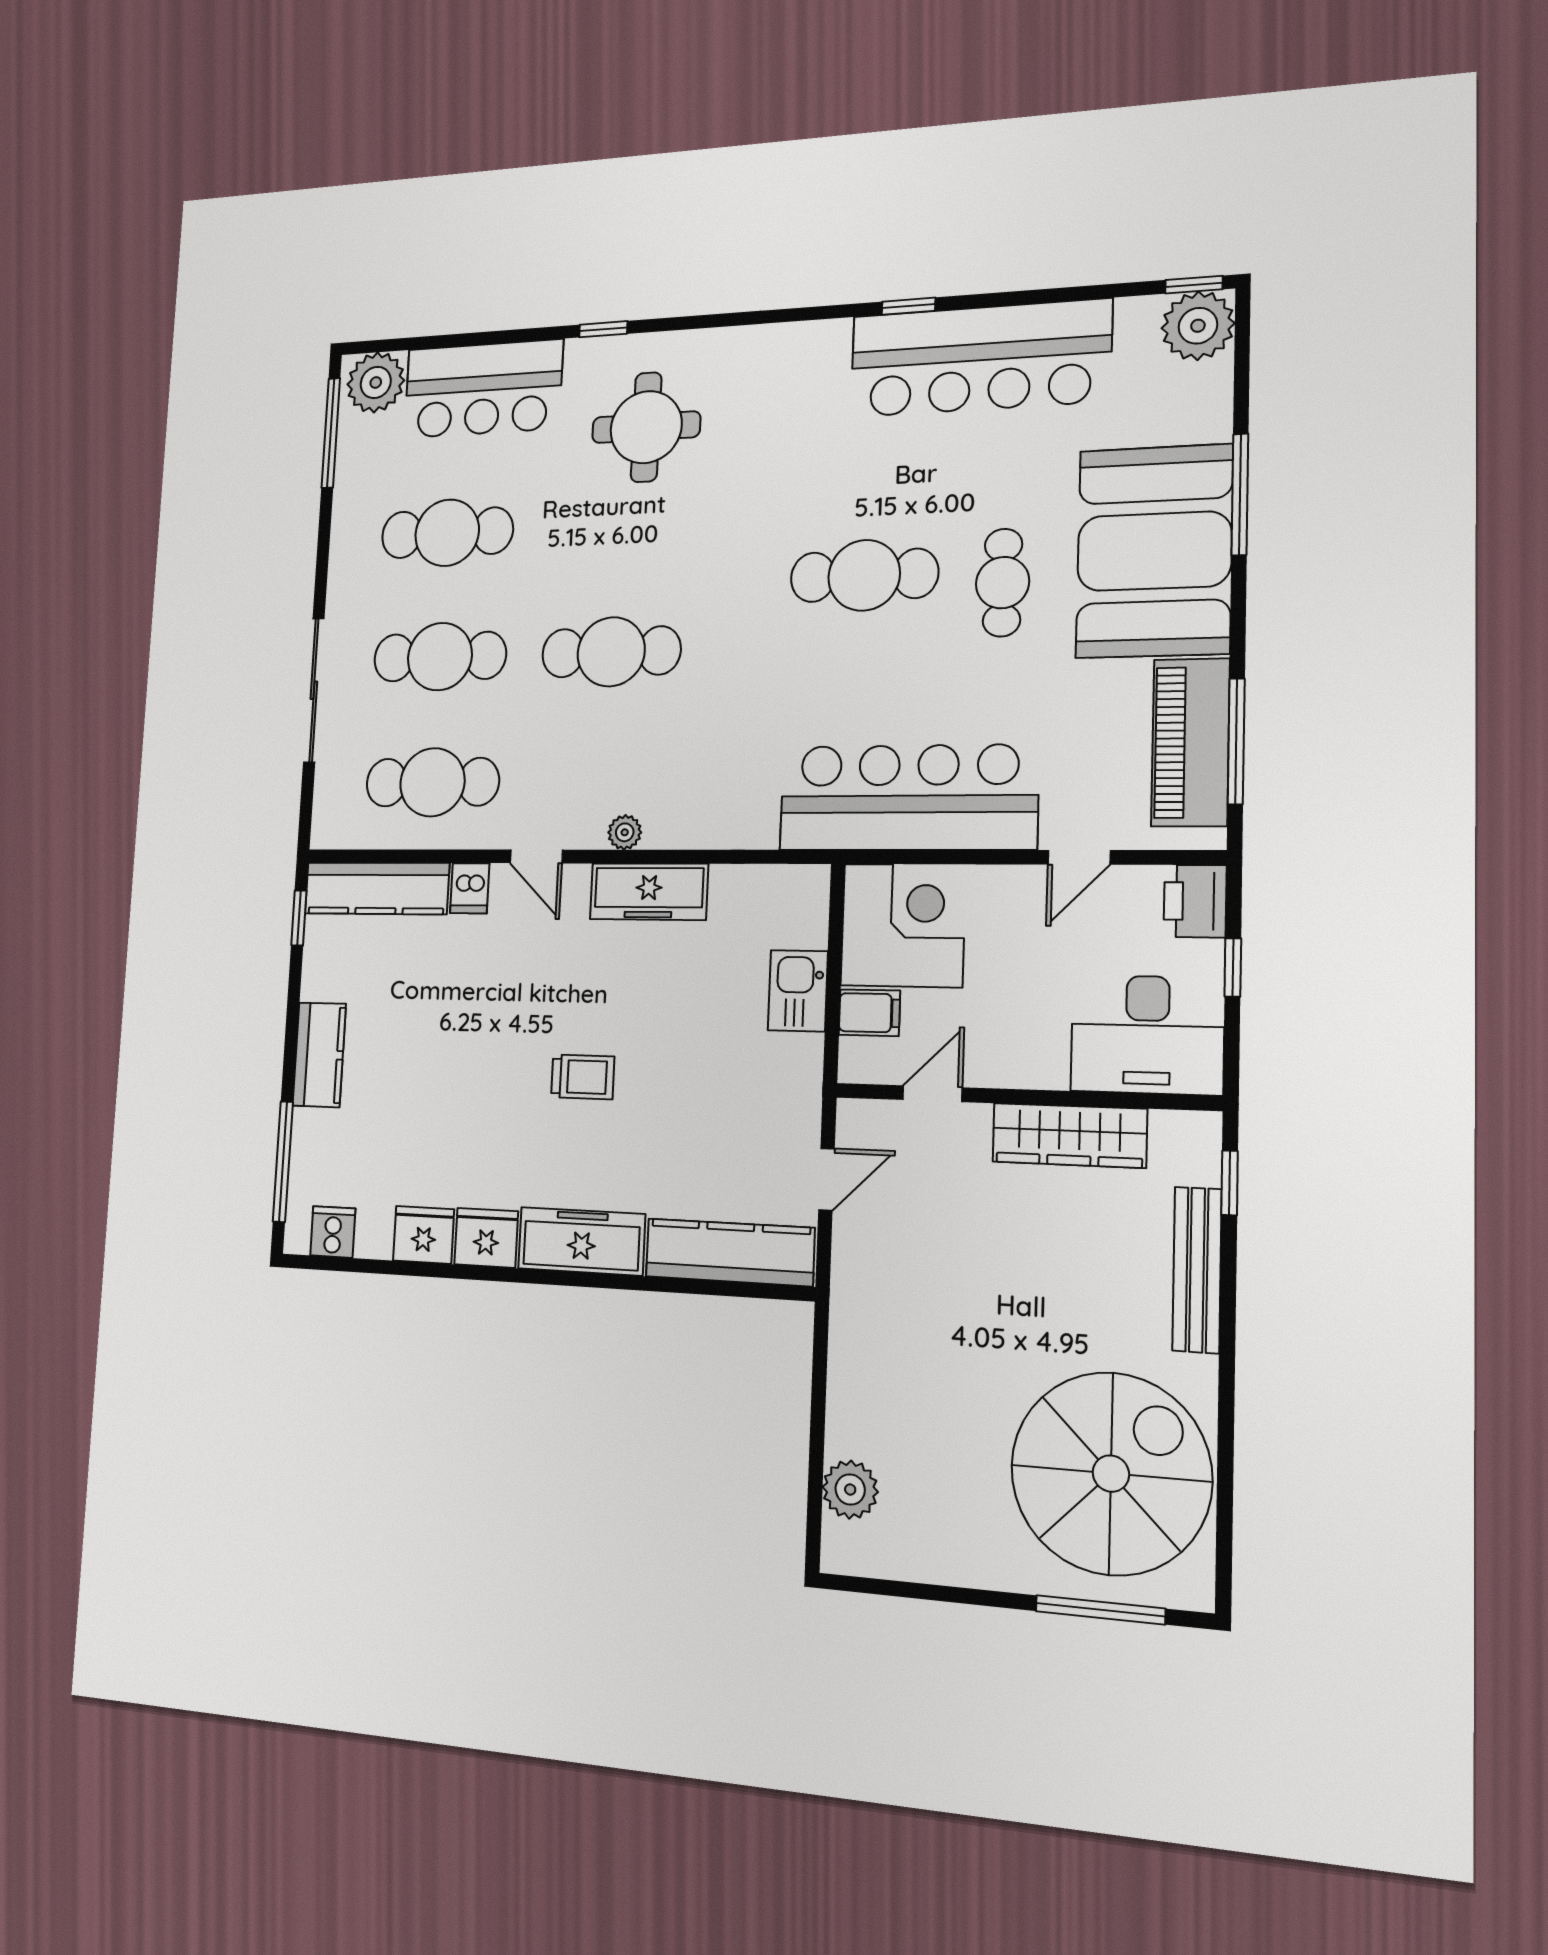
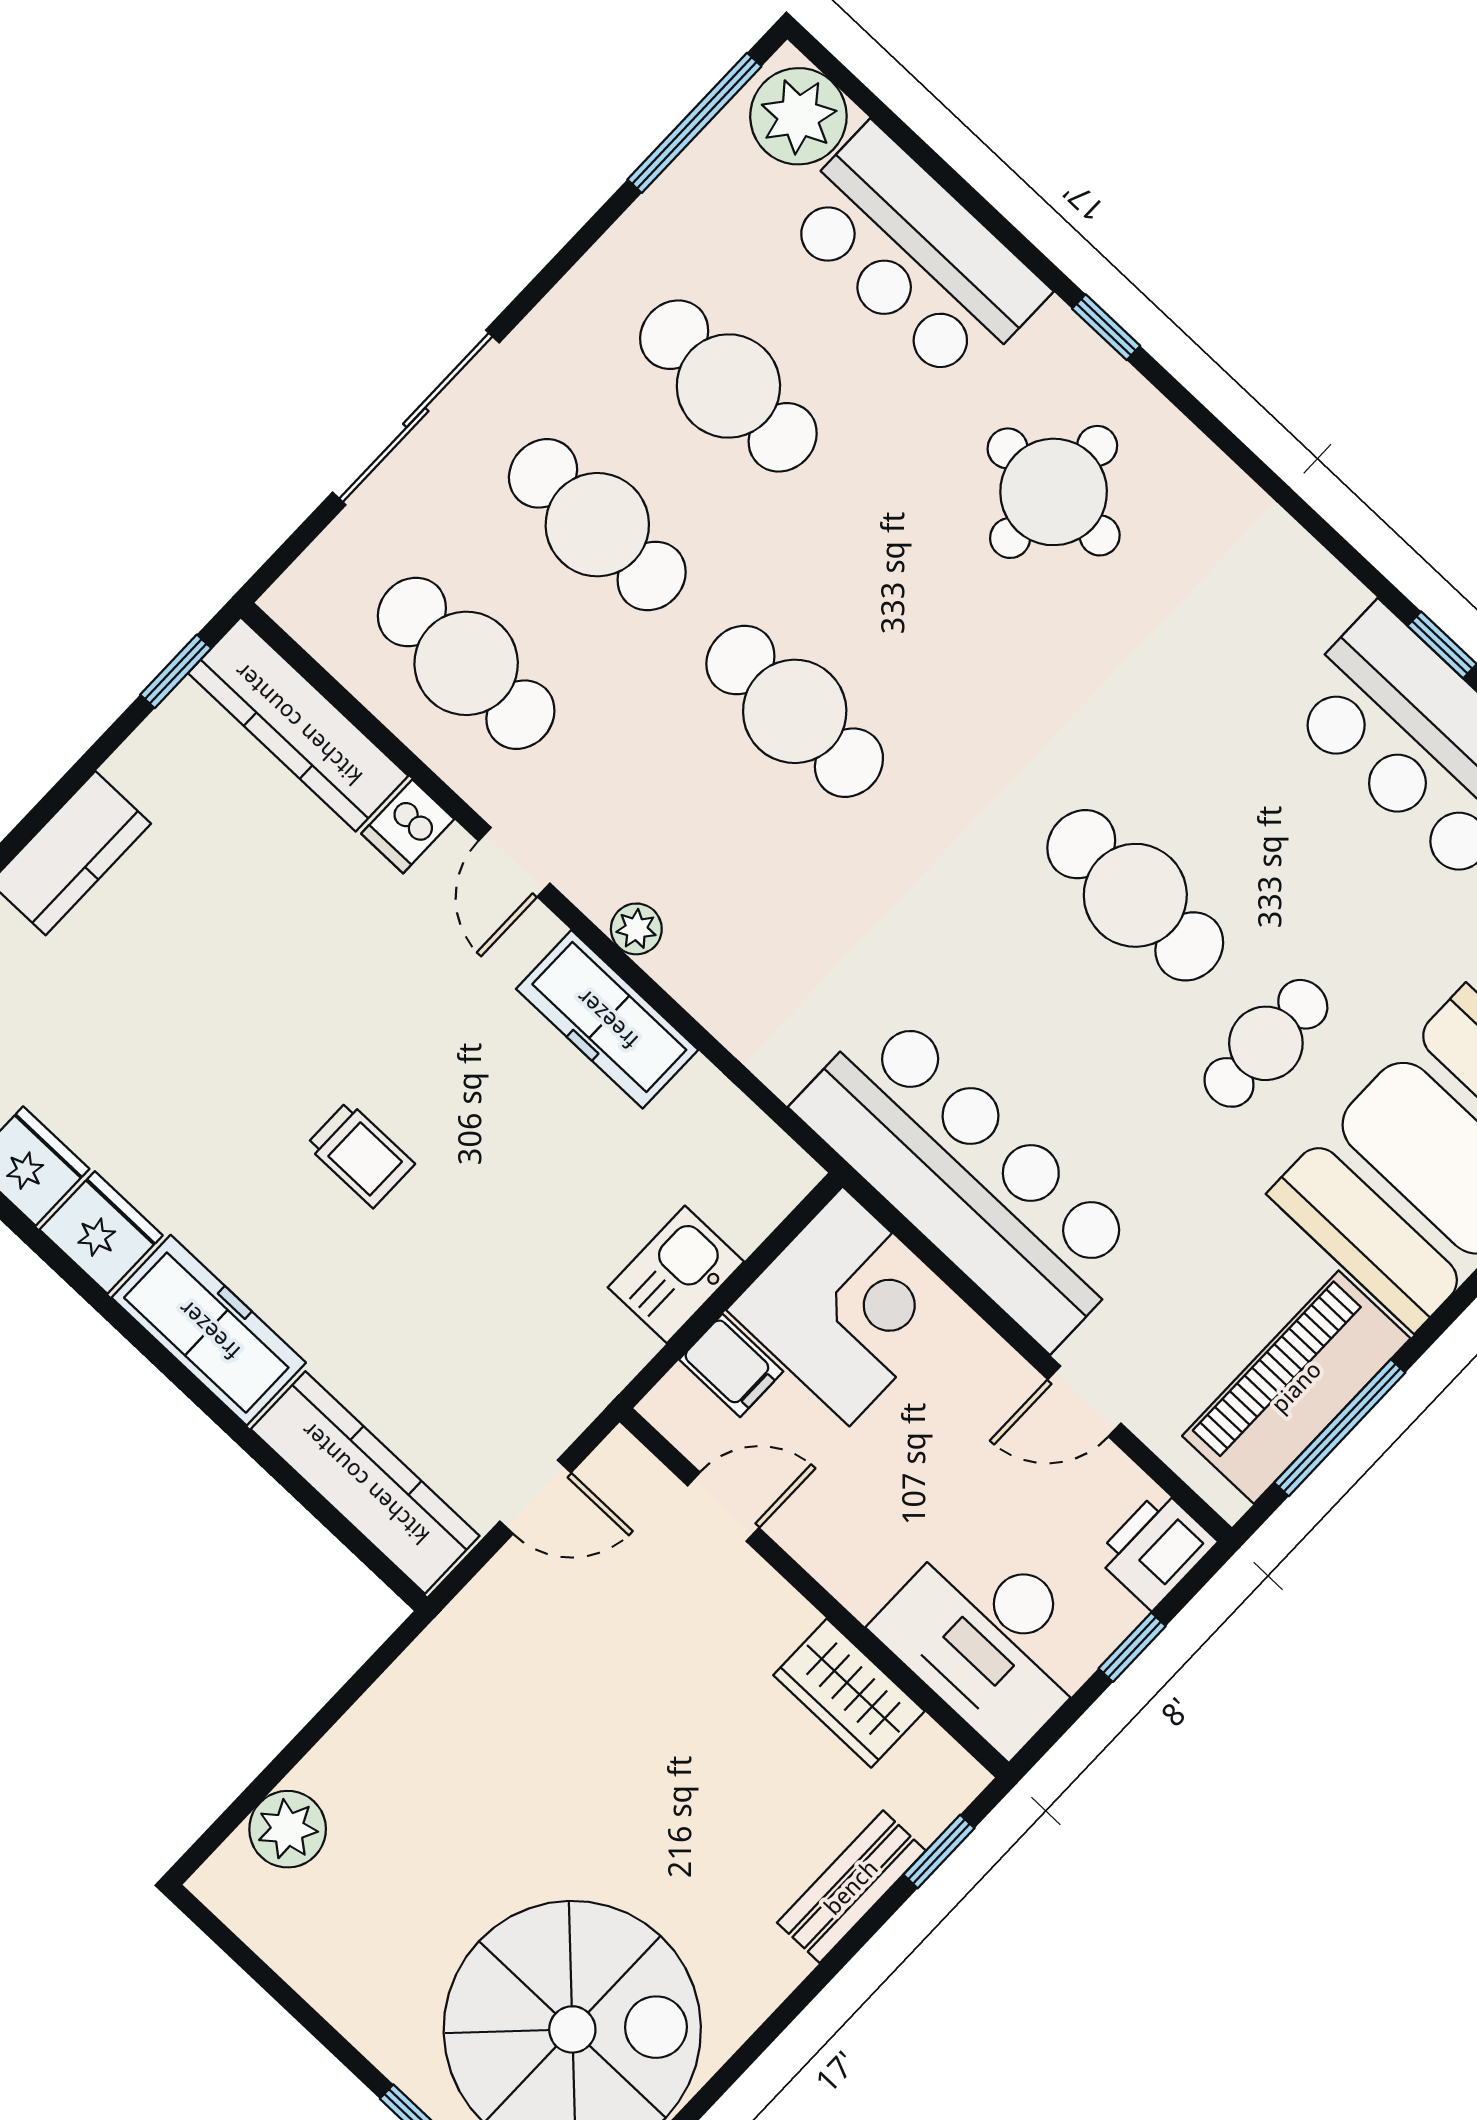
wardrobe: (1069, 1135) -> (849, 1693), width x0.67
bench: (1197, 1270) -> (851, 1887), width x0.73

